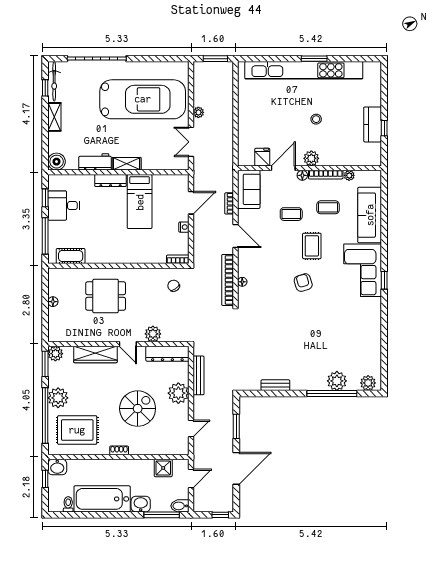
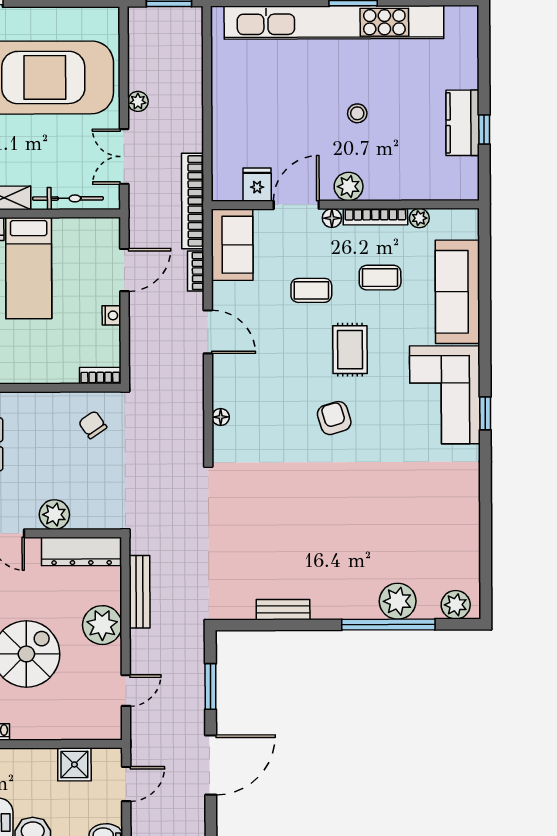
bicycle: (161, 164) -> (68, 198), added
bookcase: (228, 280) -> (193, 201), moved

